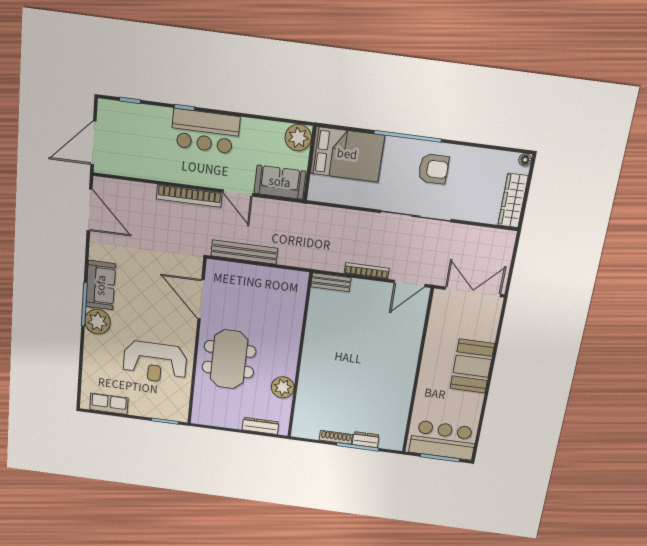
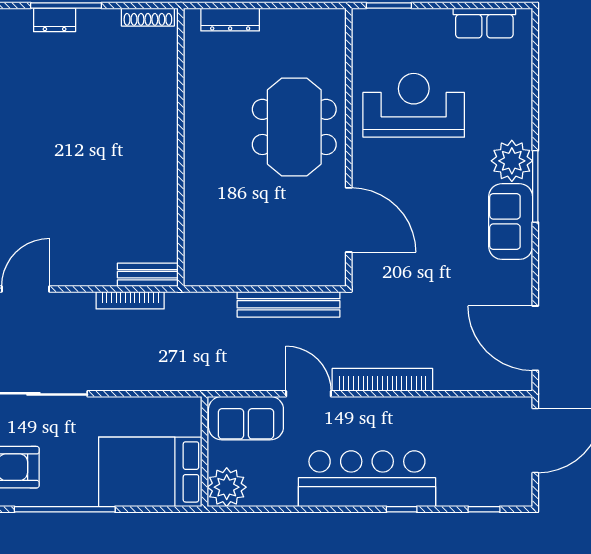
bar counter: (205, 131) -> (367, 479), width x1.36
bookcase: (367, 271) -> (130, 300), moved
plant: (283, 387) -> (202, 91), removed
shoe rack: (336, 437) -> (148, 17), moved

